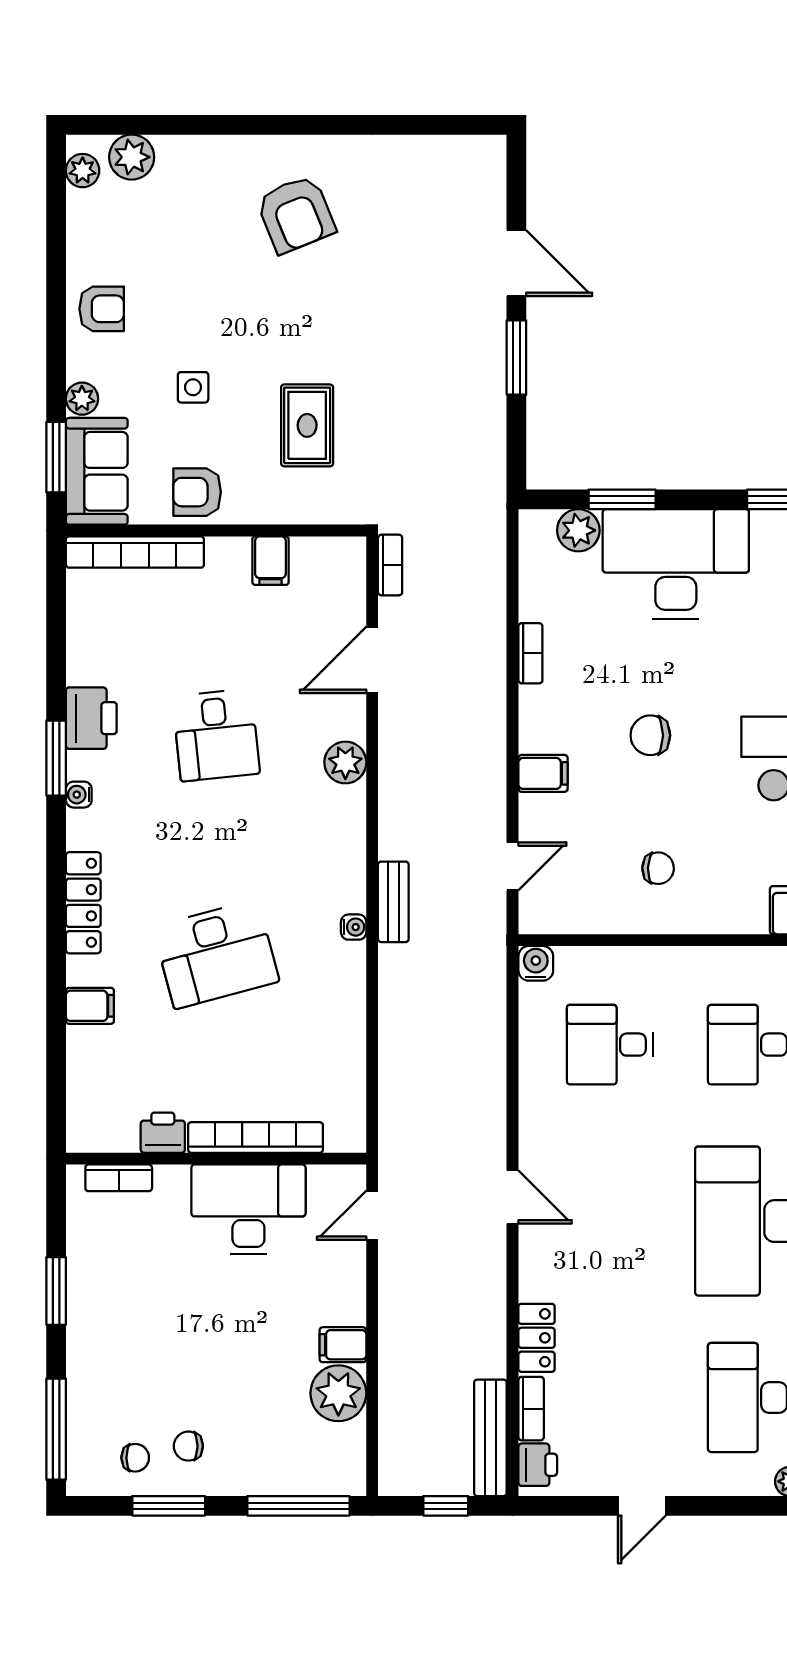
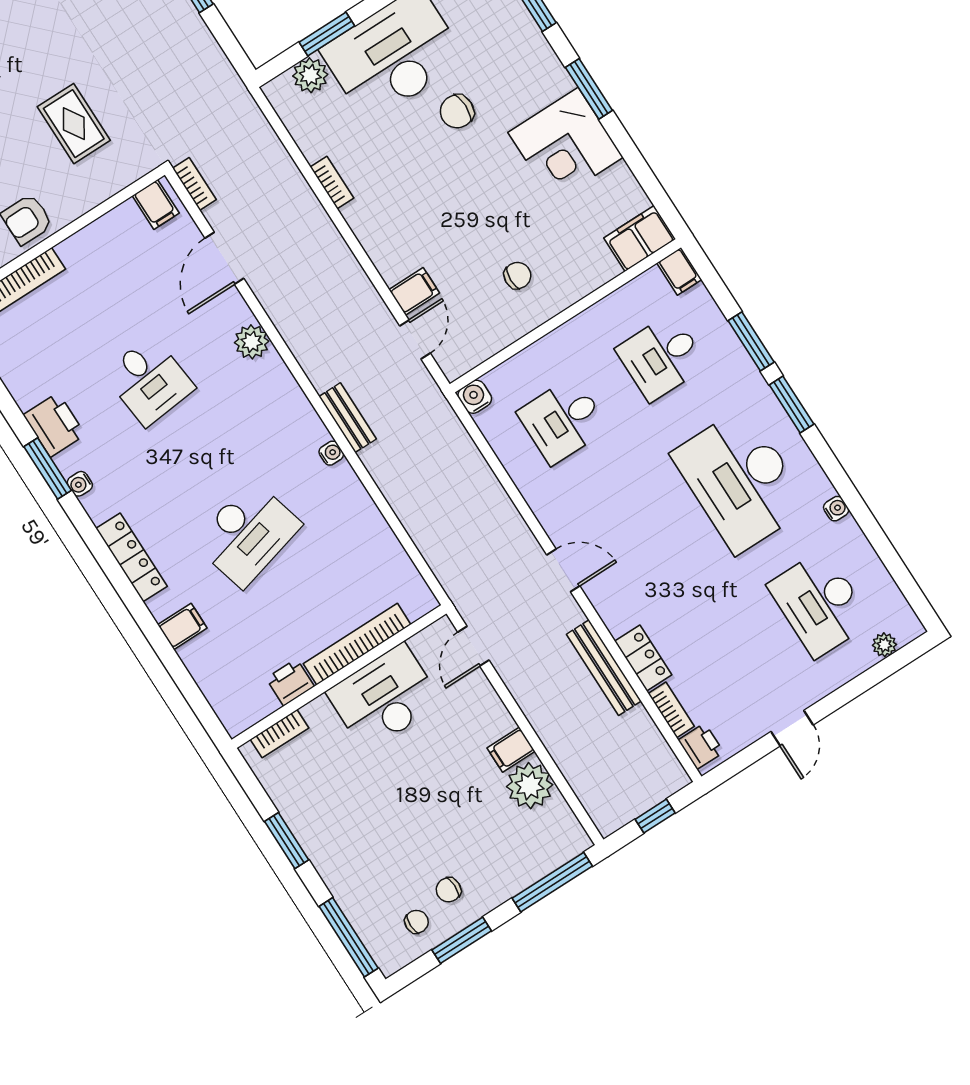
filing cabinet: (270, 561) -> (156, 204), moved
chair: (650, 735) -> (457, 111), moved
filing cabinet: (543, 773) -> (414, 291), moved
bench: (490, 1438) -> (604, 668), moved

